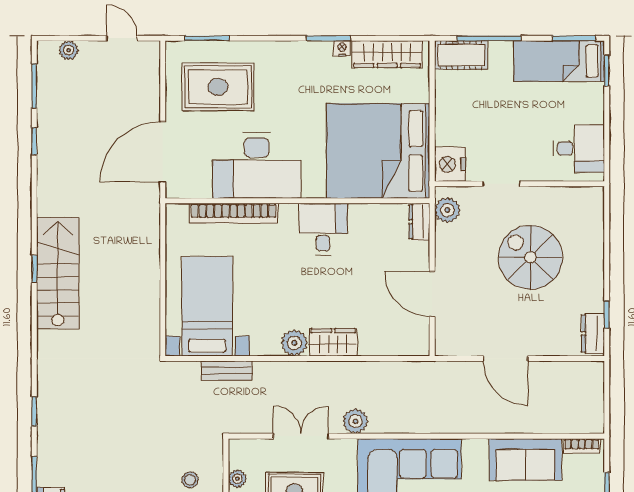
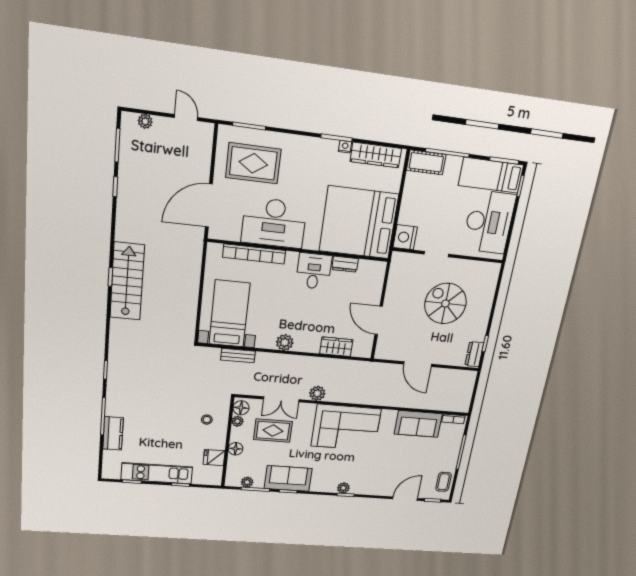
desk: (579, 148) -> (489, 222), width x1.87, depth x1.30
plant: (447, 210) -> (398, 267), removed
dresser: (419, 222) -> (345, 264), moved, turned -90
wardrobe: (333, 342) -> (336, 347), moved
double door: (301, 436) -> (281, 399), swing flipped
floor lamp: (240, 456) -> (241, 408), added

